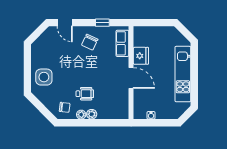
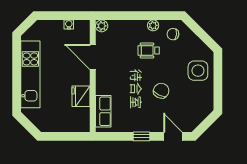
window: (102, 23) -> (142, 136), moved
chair: (90, 42) -> (161, 91), moved
door: (131, 78) -> (93, 57), moved
plant: (92, 114) -> (102, 26), moved

